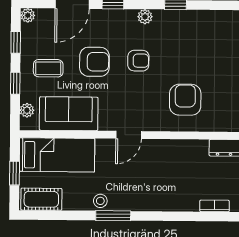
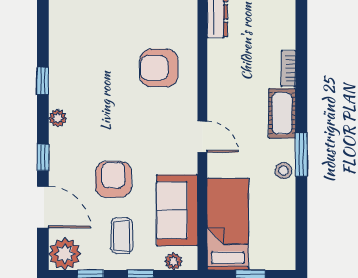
plant: (28, 15) -> (65, 254), width x1.87, depth x1.87
armchair: (138, 61) -> (112, 126), removed
cot: (41, 199) -> (282, 113), moved
bookcase: (215, 206) -> (288, 69), moved

